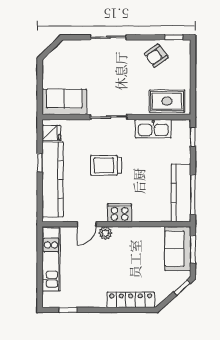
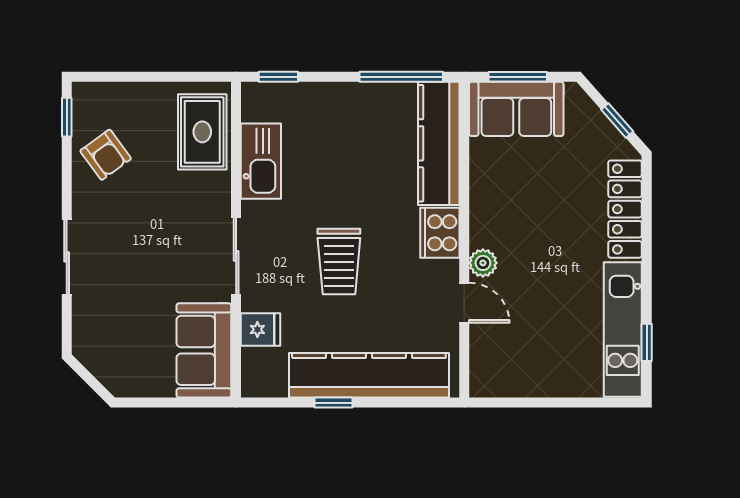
fridge: (51, 133) -> (261, 329), moved, turned 90
kitchen counter: (181, 193) -> (439, 143), moved, turned 90
kitchen unit: (51, 260) -> (623, 329), moved, turned -90
window: (182, 288) -> (617, 120), moved

